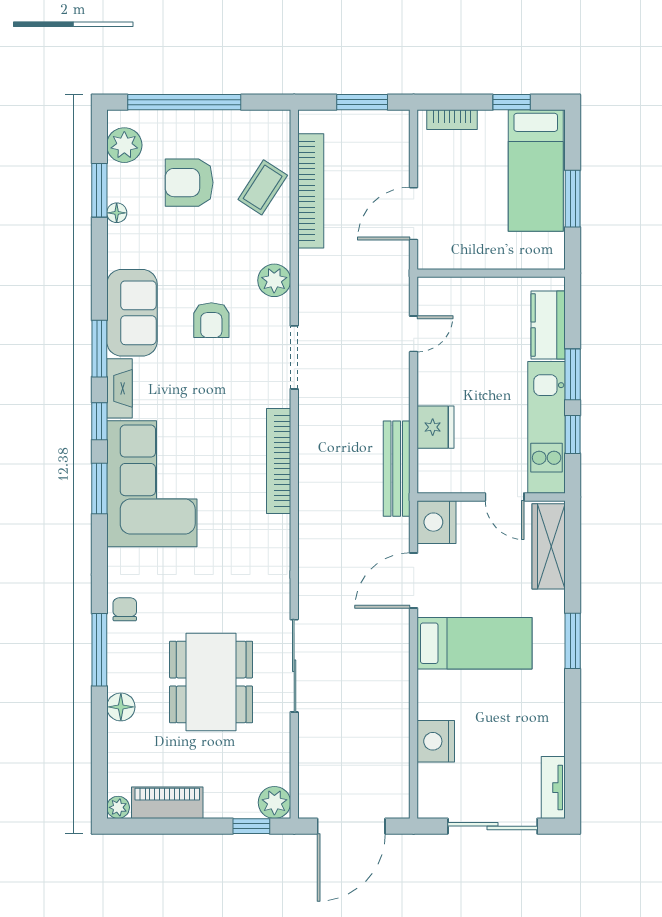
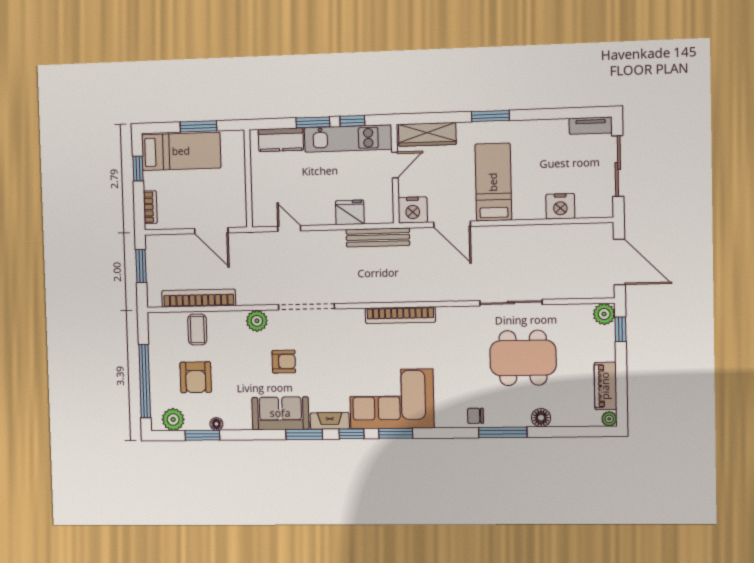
coffee table: (263, 187) -> (197, 329), turned 57
doorway: (294, 357) -> (306, 307), width x1.36
bookcase: (279, 461) -> (400, 315), moved

